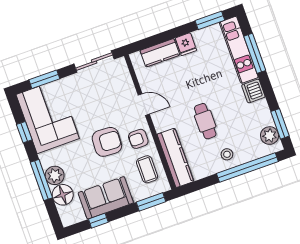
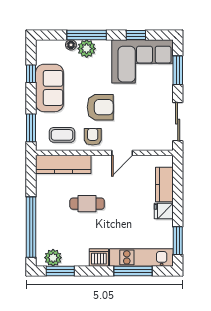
armchair: (107, 142) -> (100, 107), turned -93
stool: (227, 154) -> (50, 213), removed
floor lamp: (63, 195) -> (71, 45), width x0.53, depth x0.53

